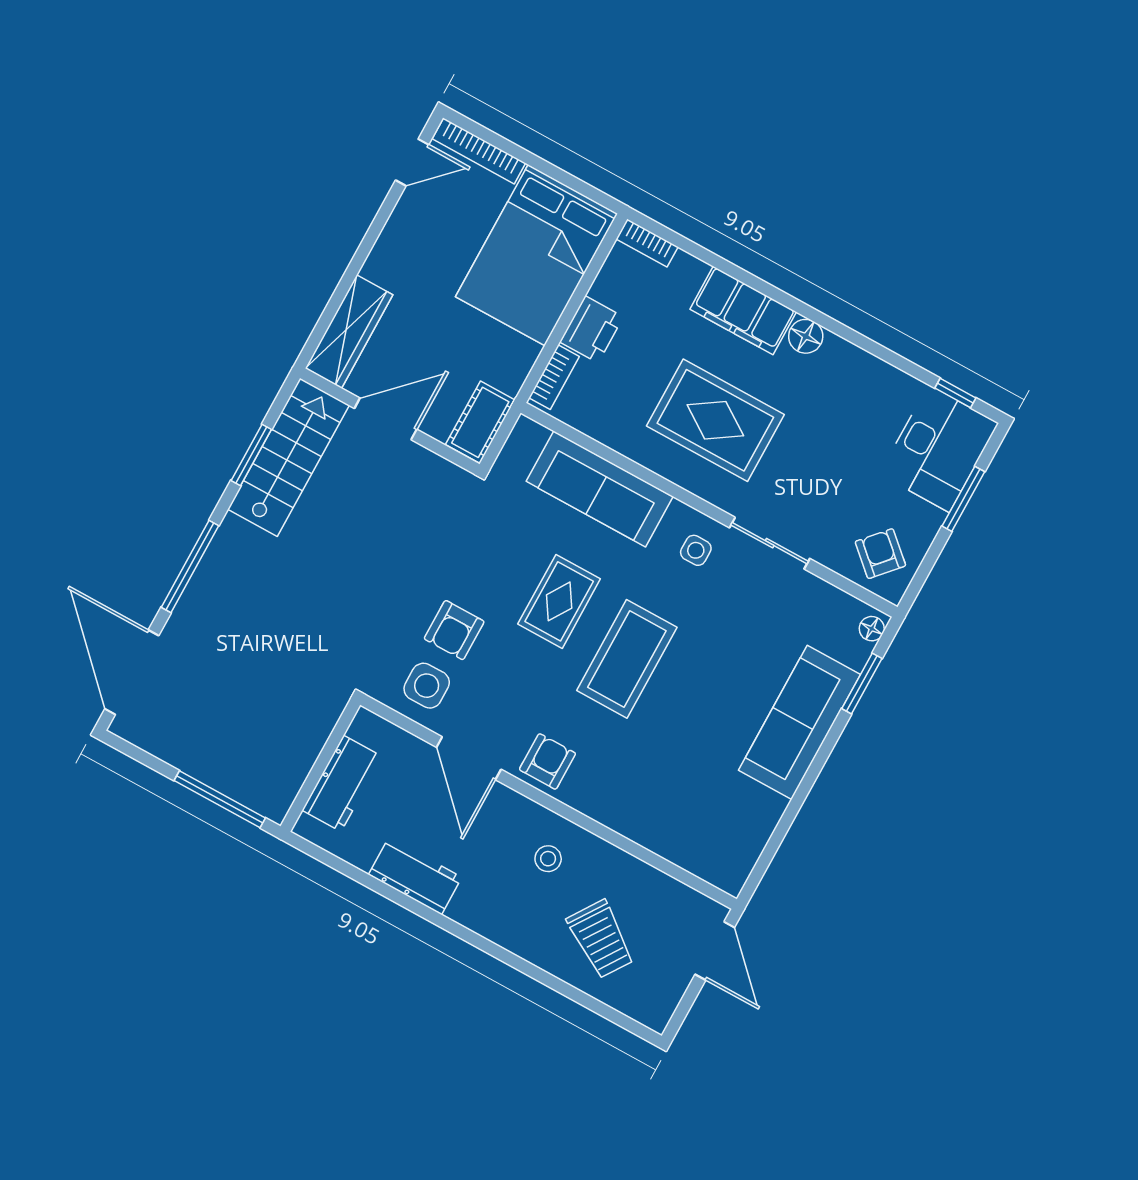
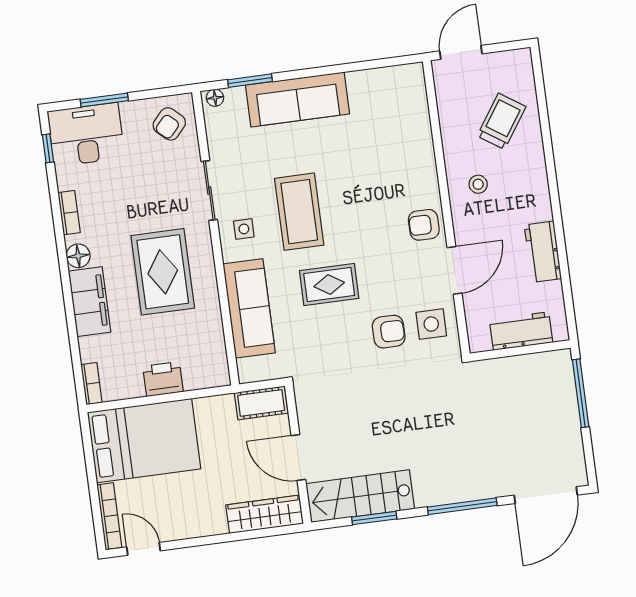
bookcase: (554, 377) -> (69, 213), moved, turned 90
coffee table: (627, 659) -> (299, 212), moved, turned 90

